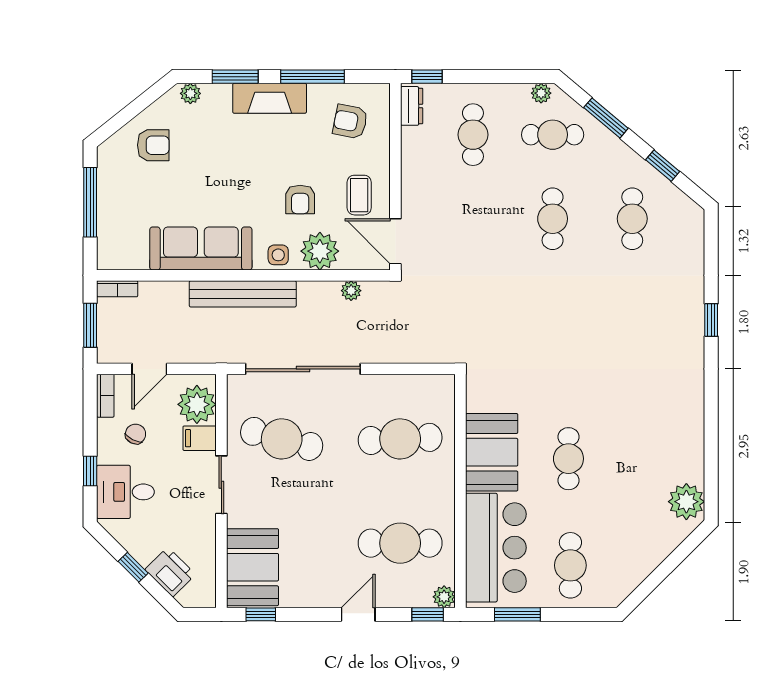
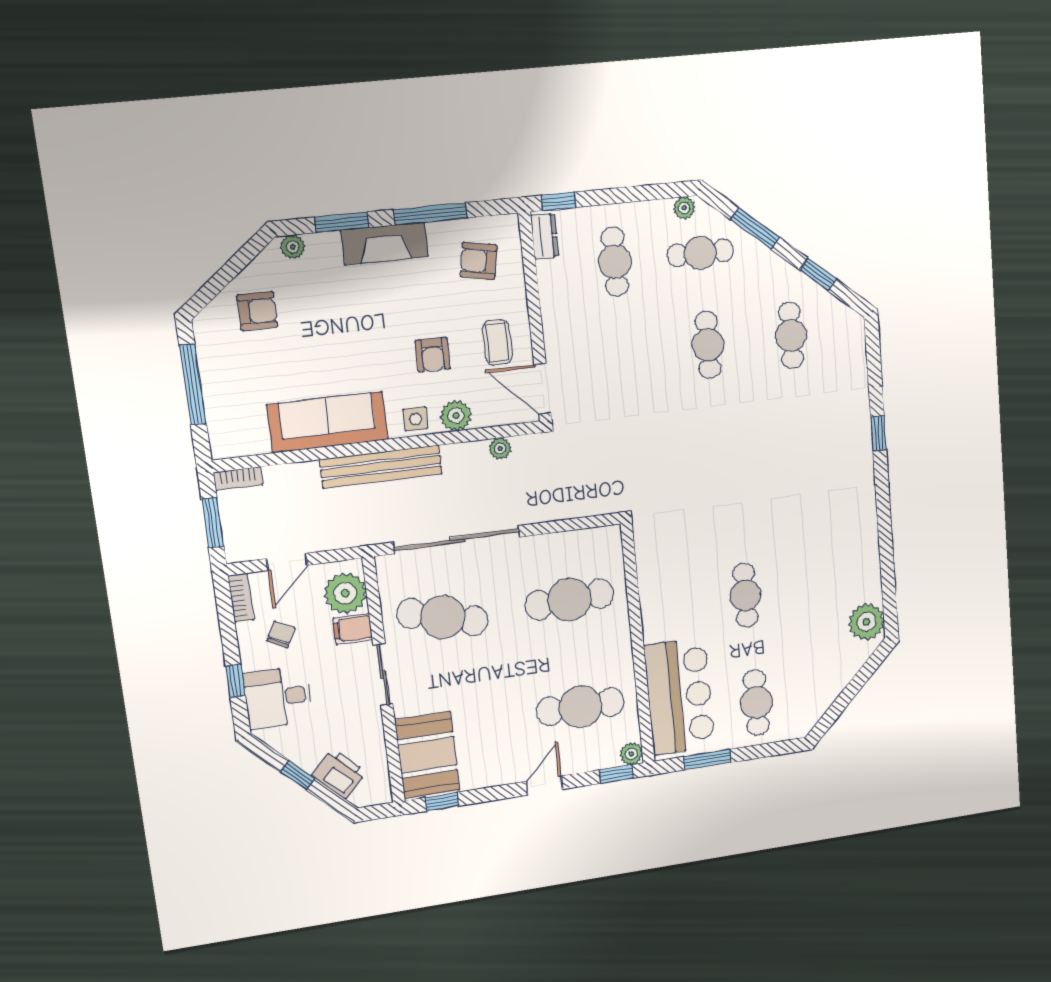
plant: (320, 251) -> (456, 416), width x0.73, depth x0.73
booth: (492, 452) -> (666, 600), removed

